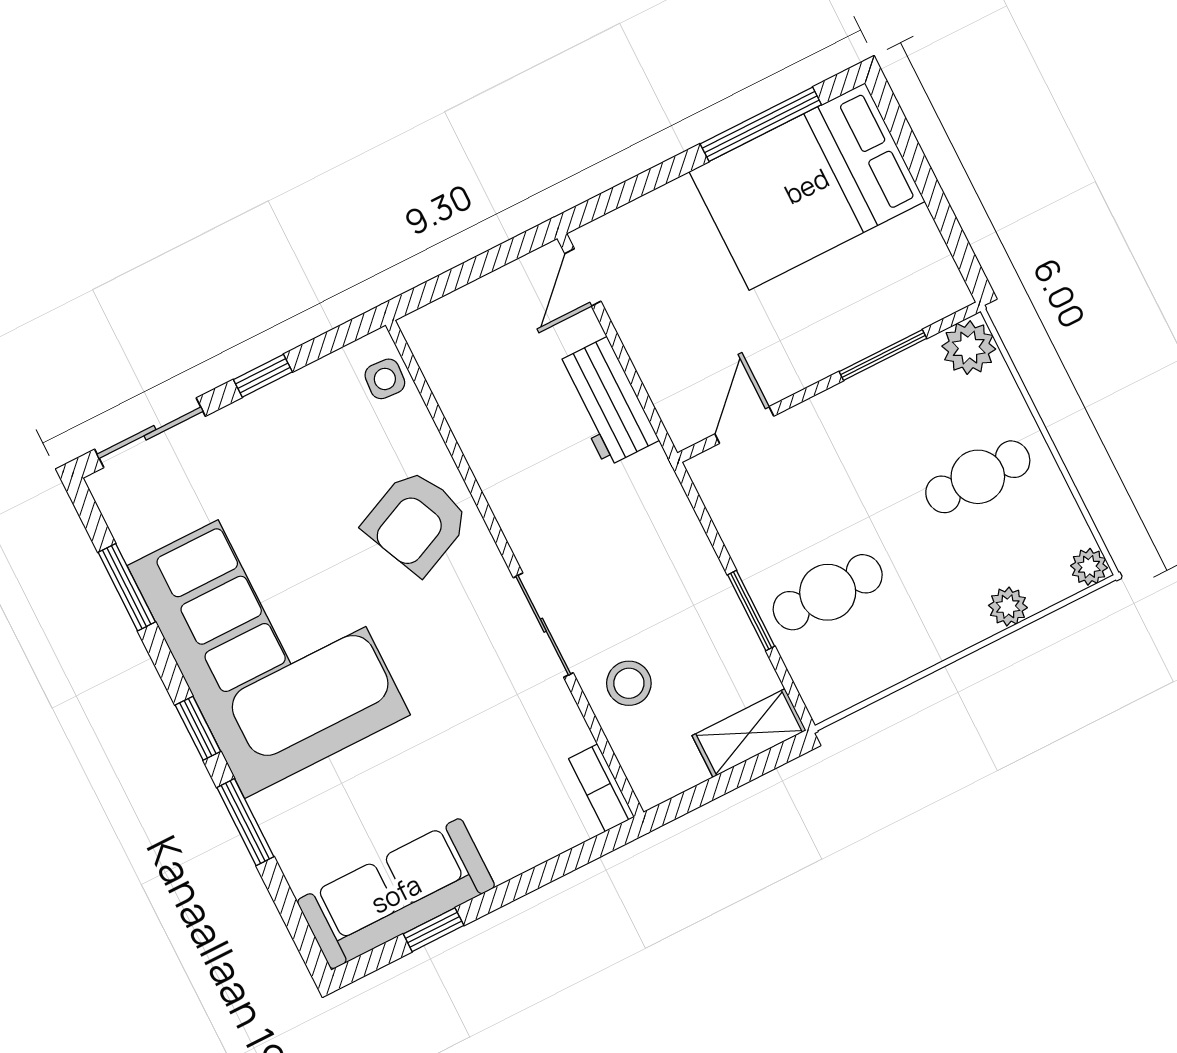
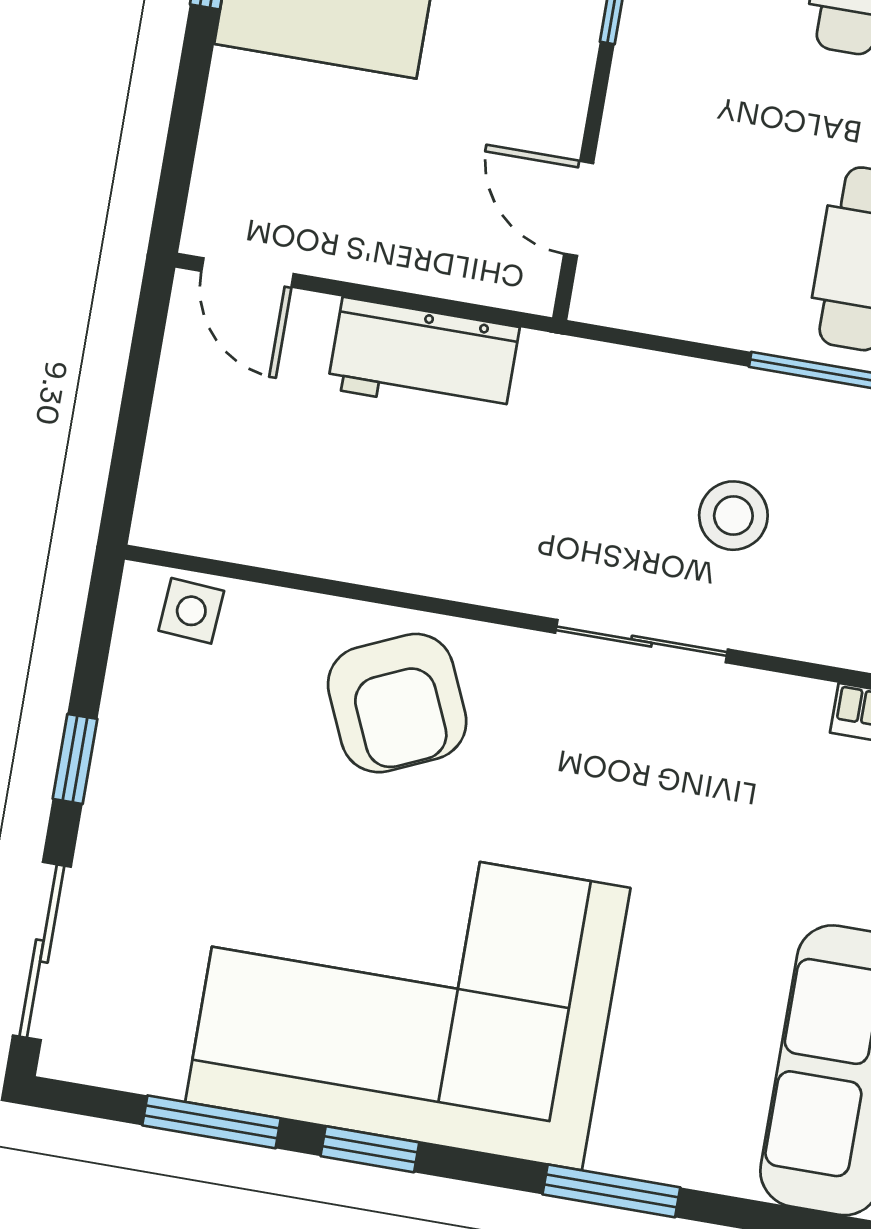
stool: (629, 683) -> (733, 516), moved
window: (198, 728) -> (370, 1149), moved

